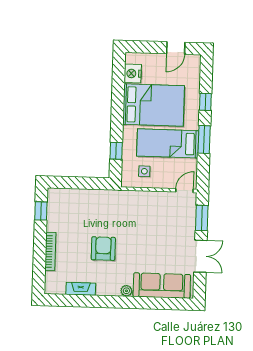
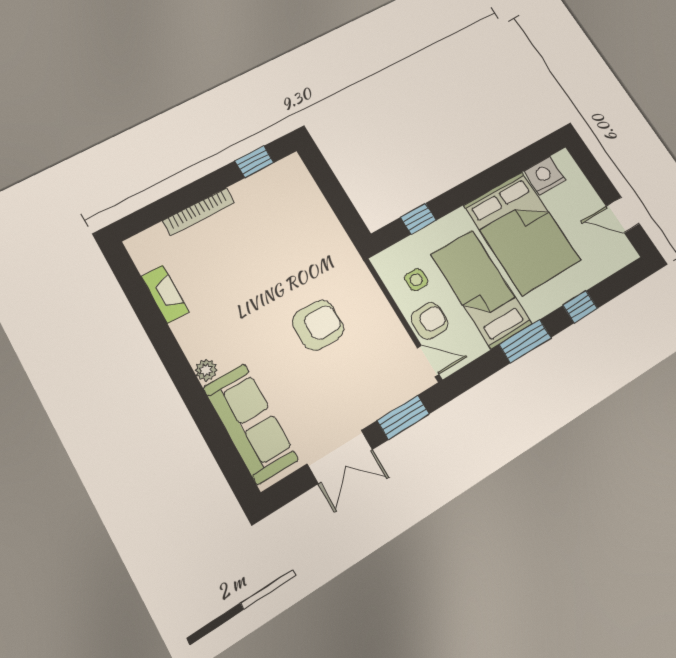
armchair: (167, 178) -> (429, 321), added
armchair: (103, 249) -> (318, 325), moved

